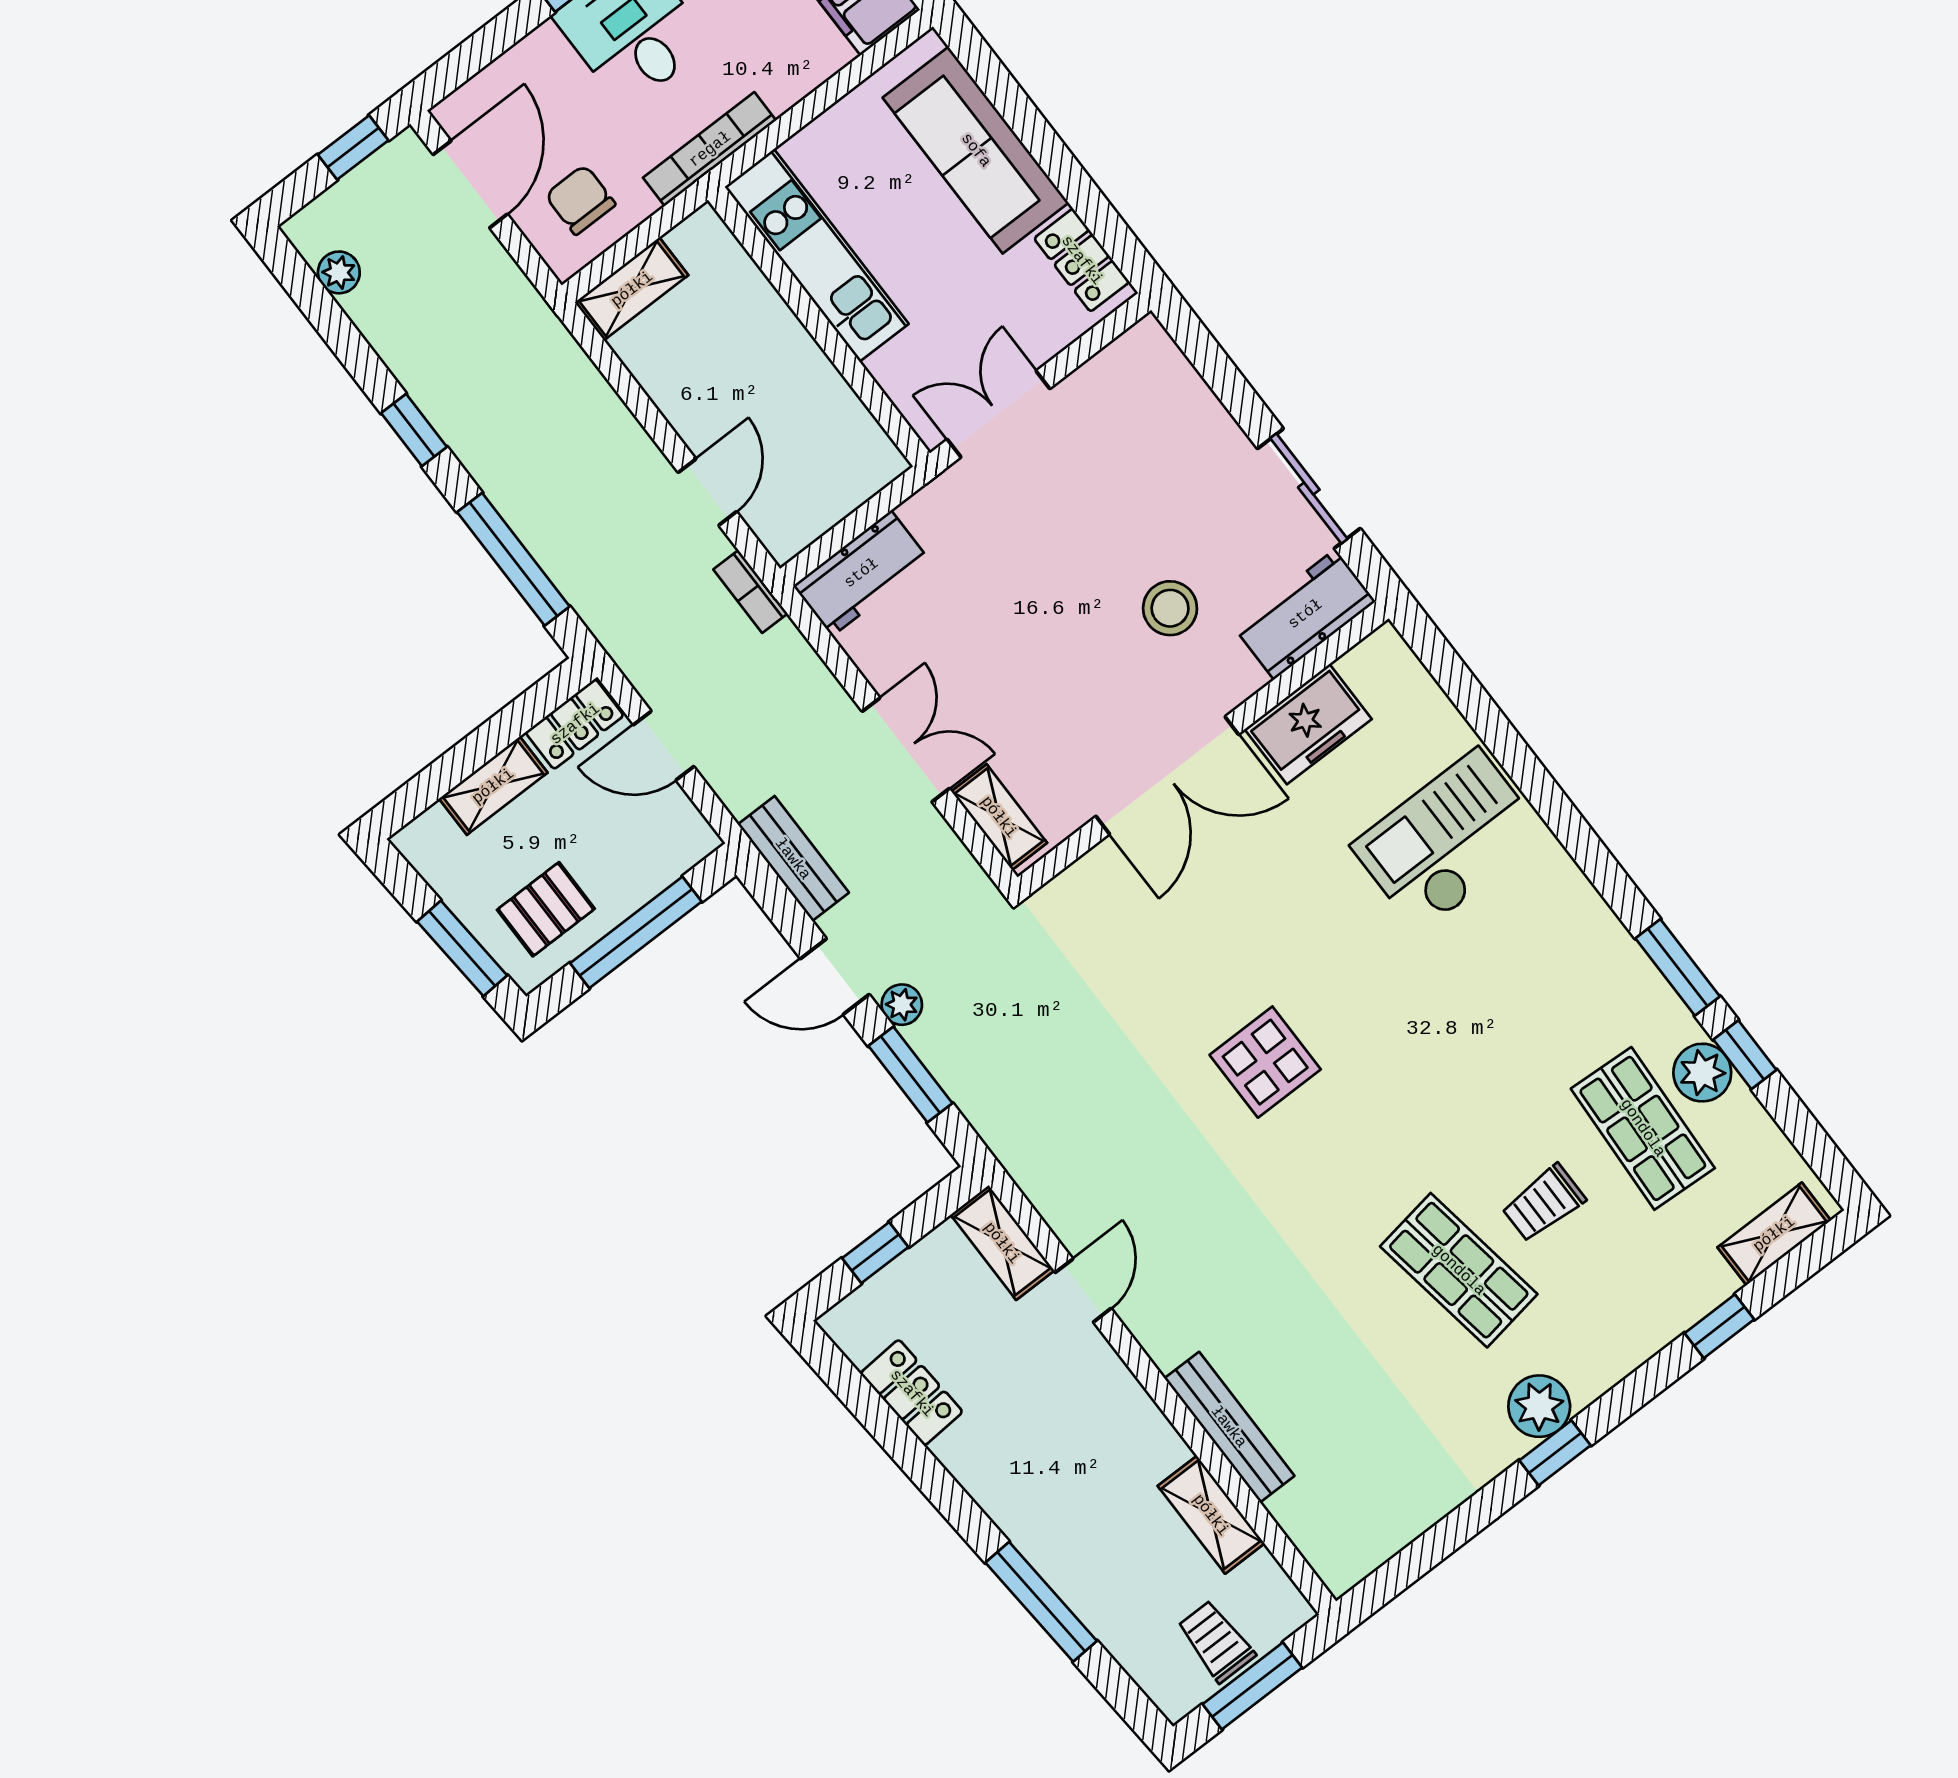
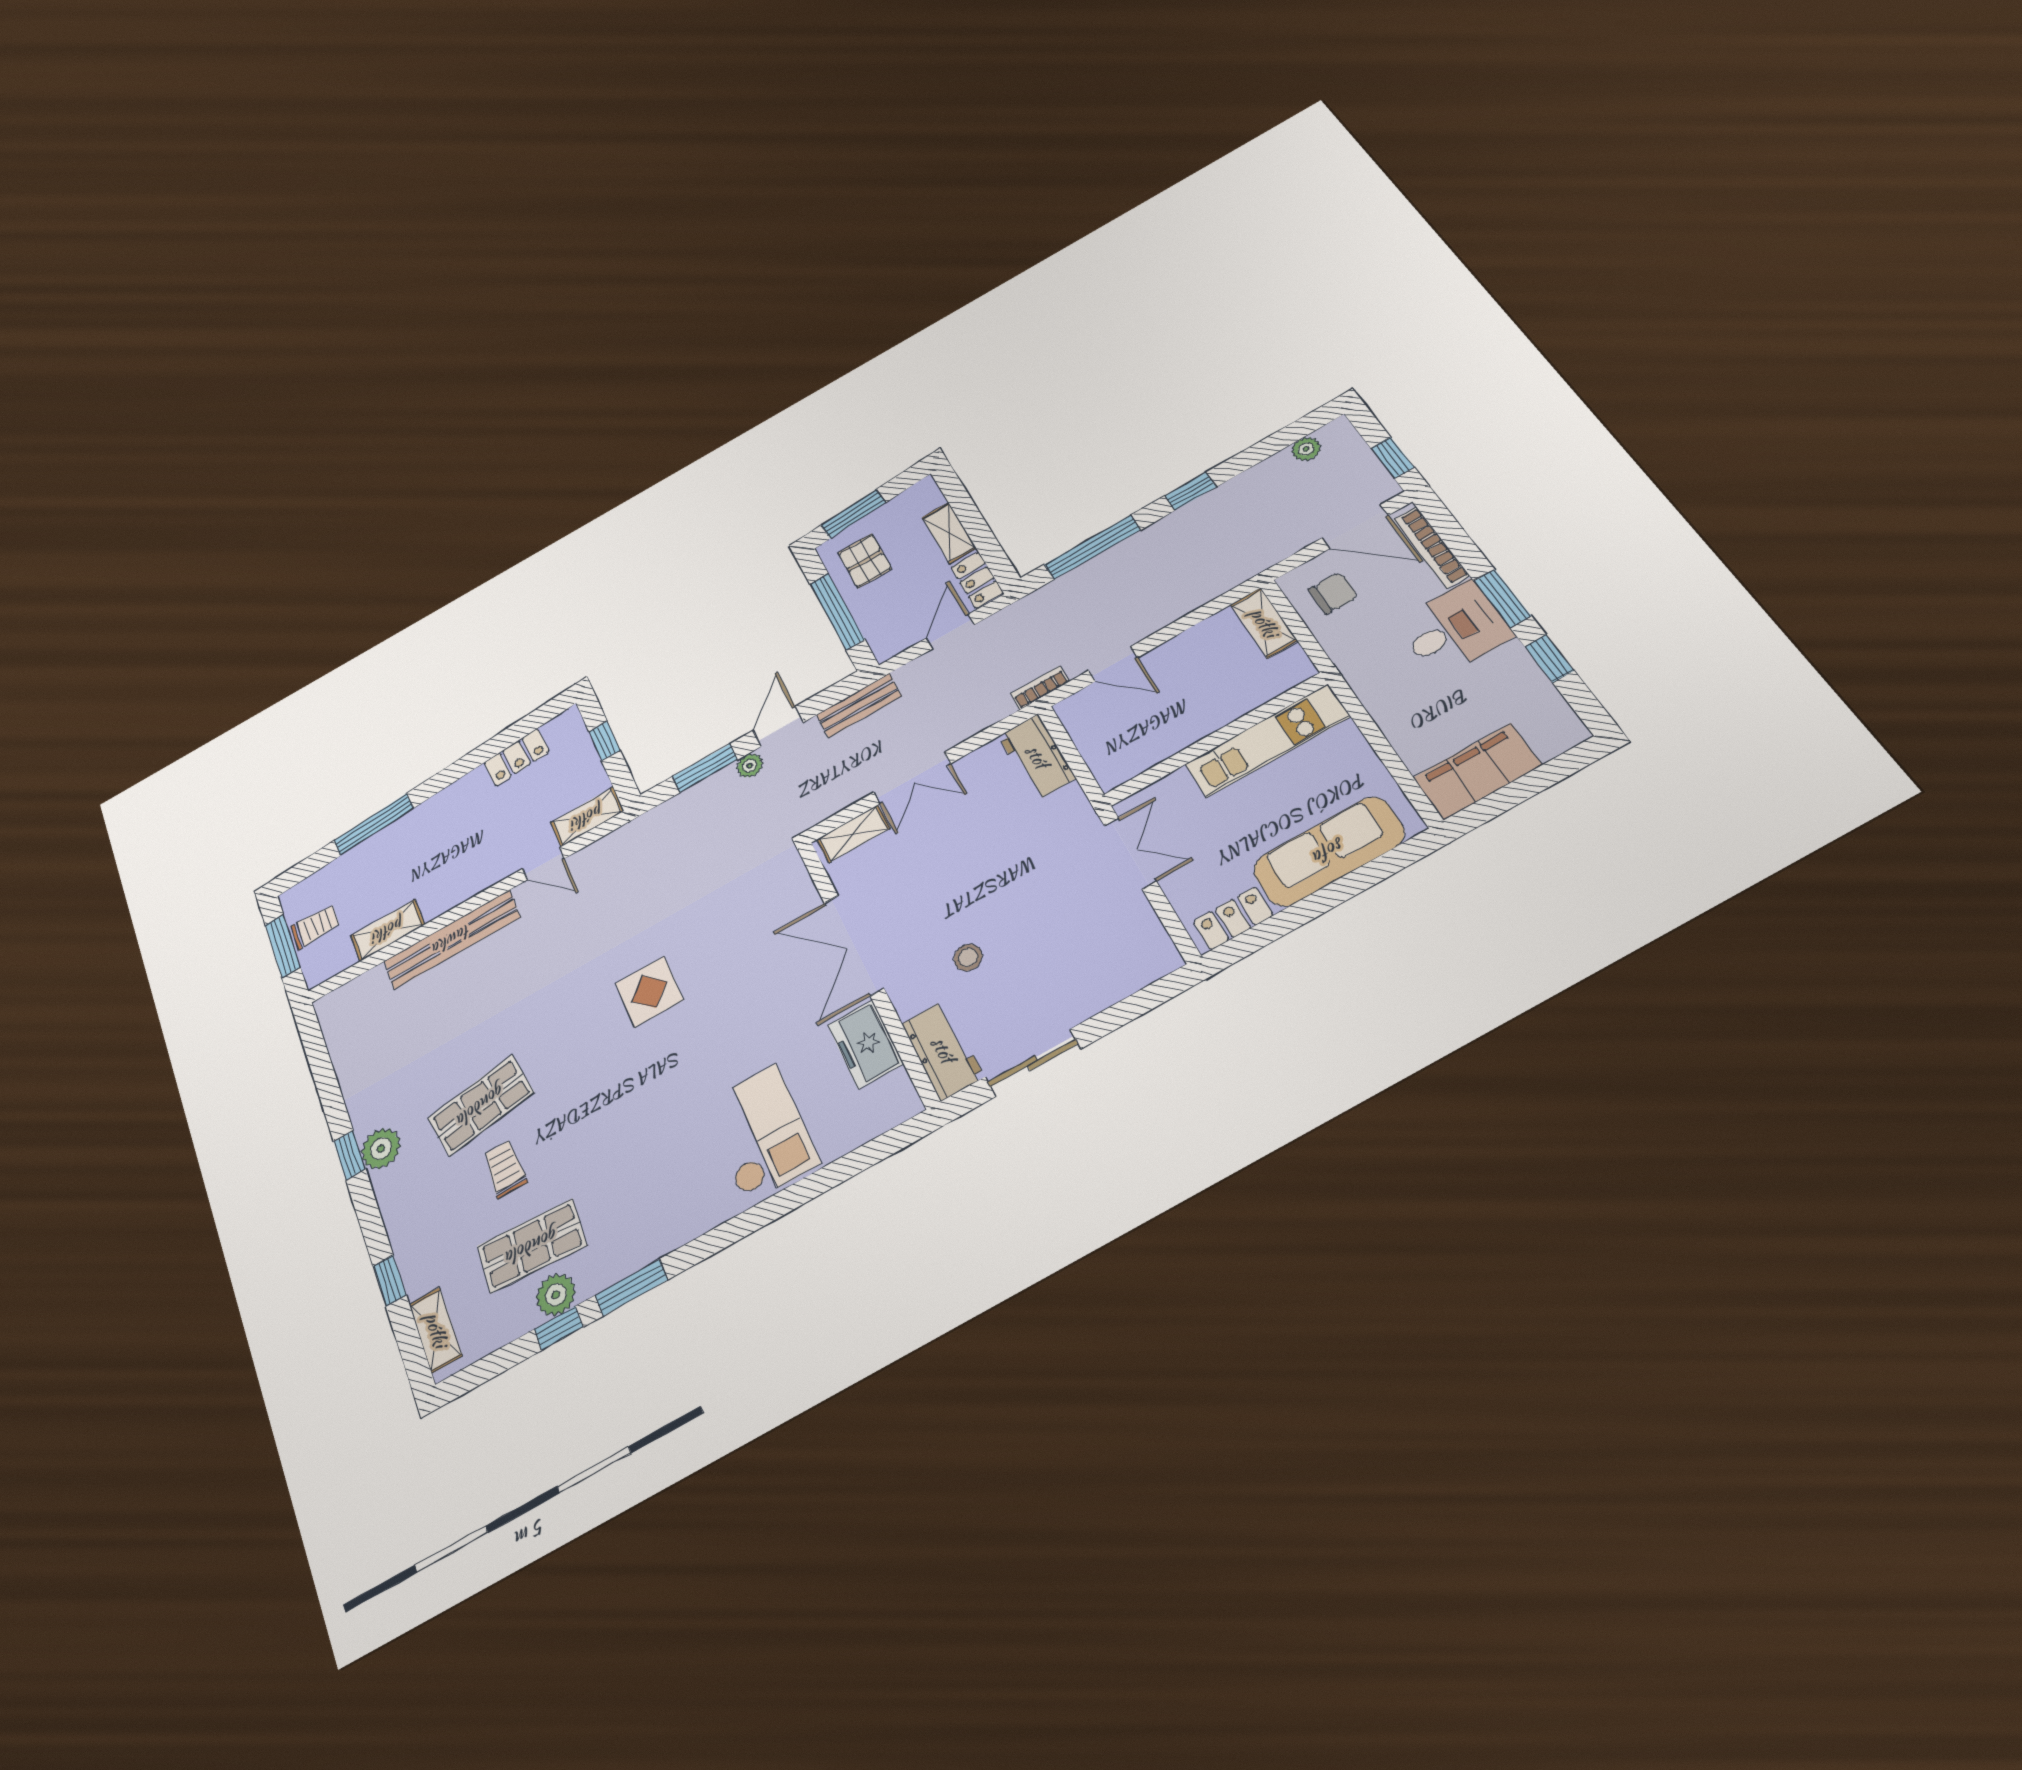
bookcase: (710, 149) -> (1431, 547), moved, turned 180
stool: (1170, 608) -> (968, 957), width x0.73, depth x0.73
bench: (1229, 1427) -> (452, 939), width x1.37, depth x1.21

